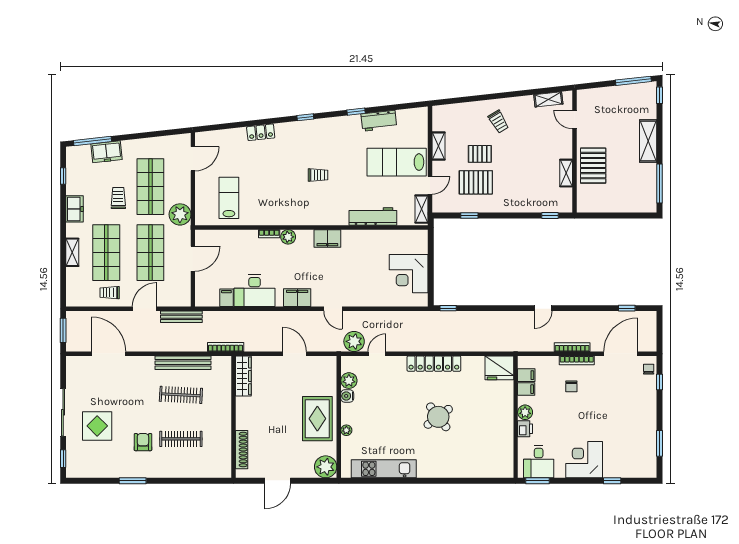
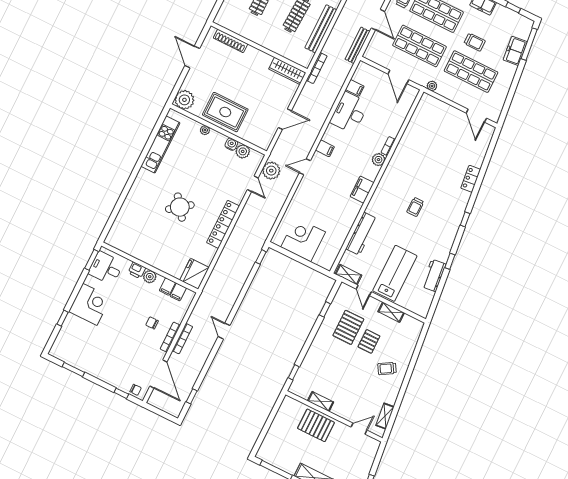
lab bench: (229, 198) -> (432, 129), removed
plant: (180, 214) -> (432, 86), width x0.53, depth x0.53
filing cabinet: (297, 298) -> (325, 148), width x0.50

